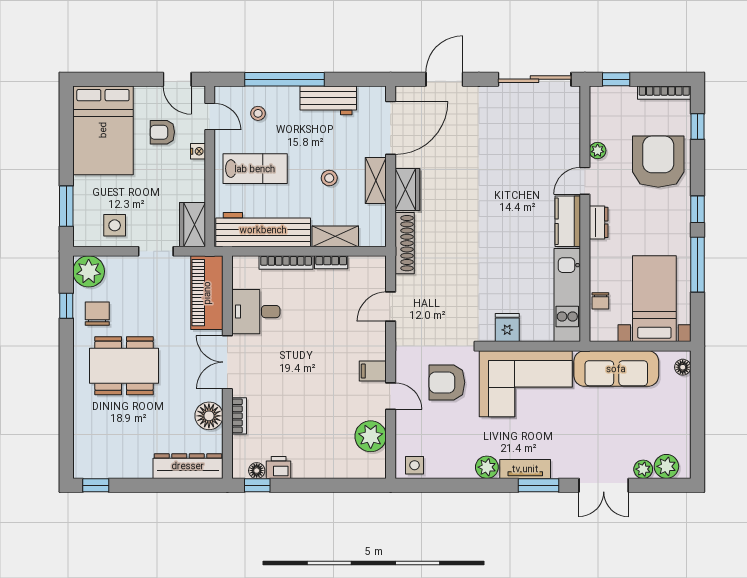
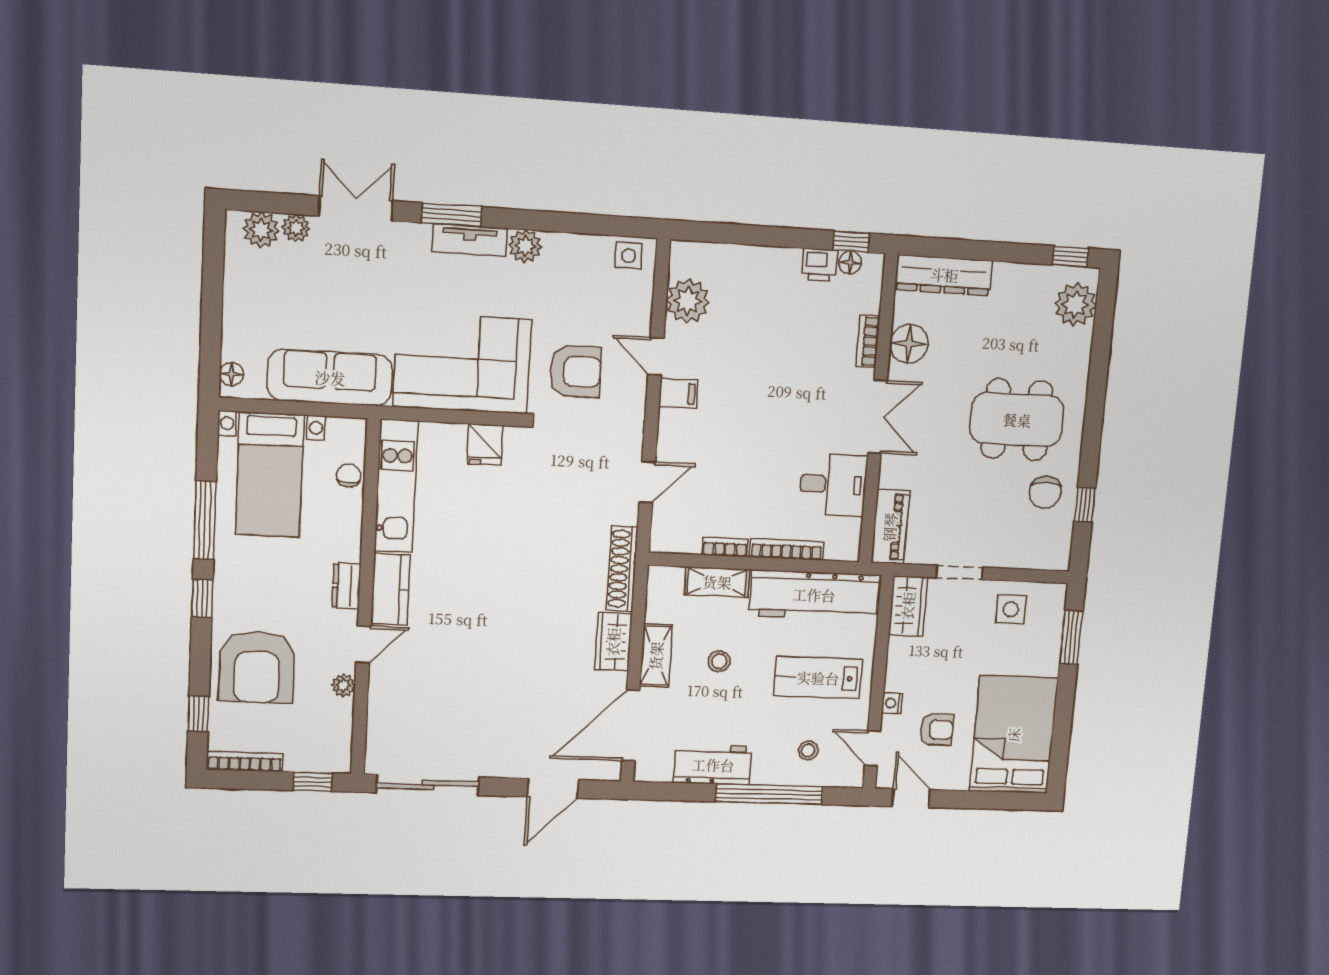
plant: (89, 271) -> (1075, 304), moved
piano: (207, 293) -> (890, 527), width x0.73, depth x0.75

